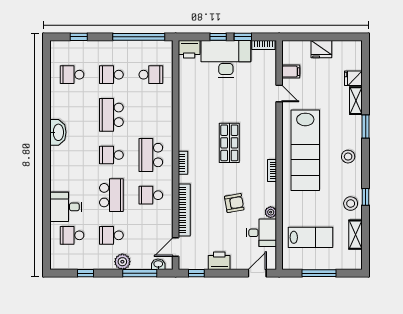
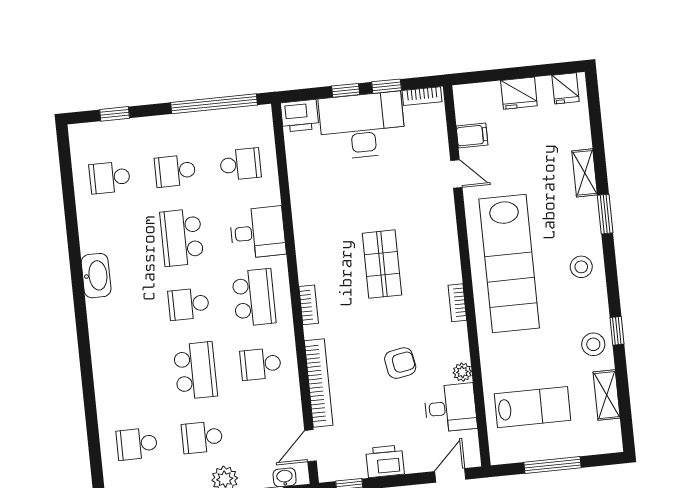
fridge: (353, 78) -> (565, 88), moved, turned -90
school desk: (151, 155) -> (254, 297), turned 180
desk: (66, 207) -> (258, 232), moved, turned 180

